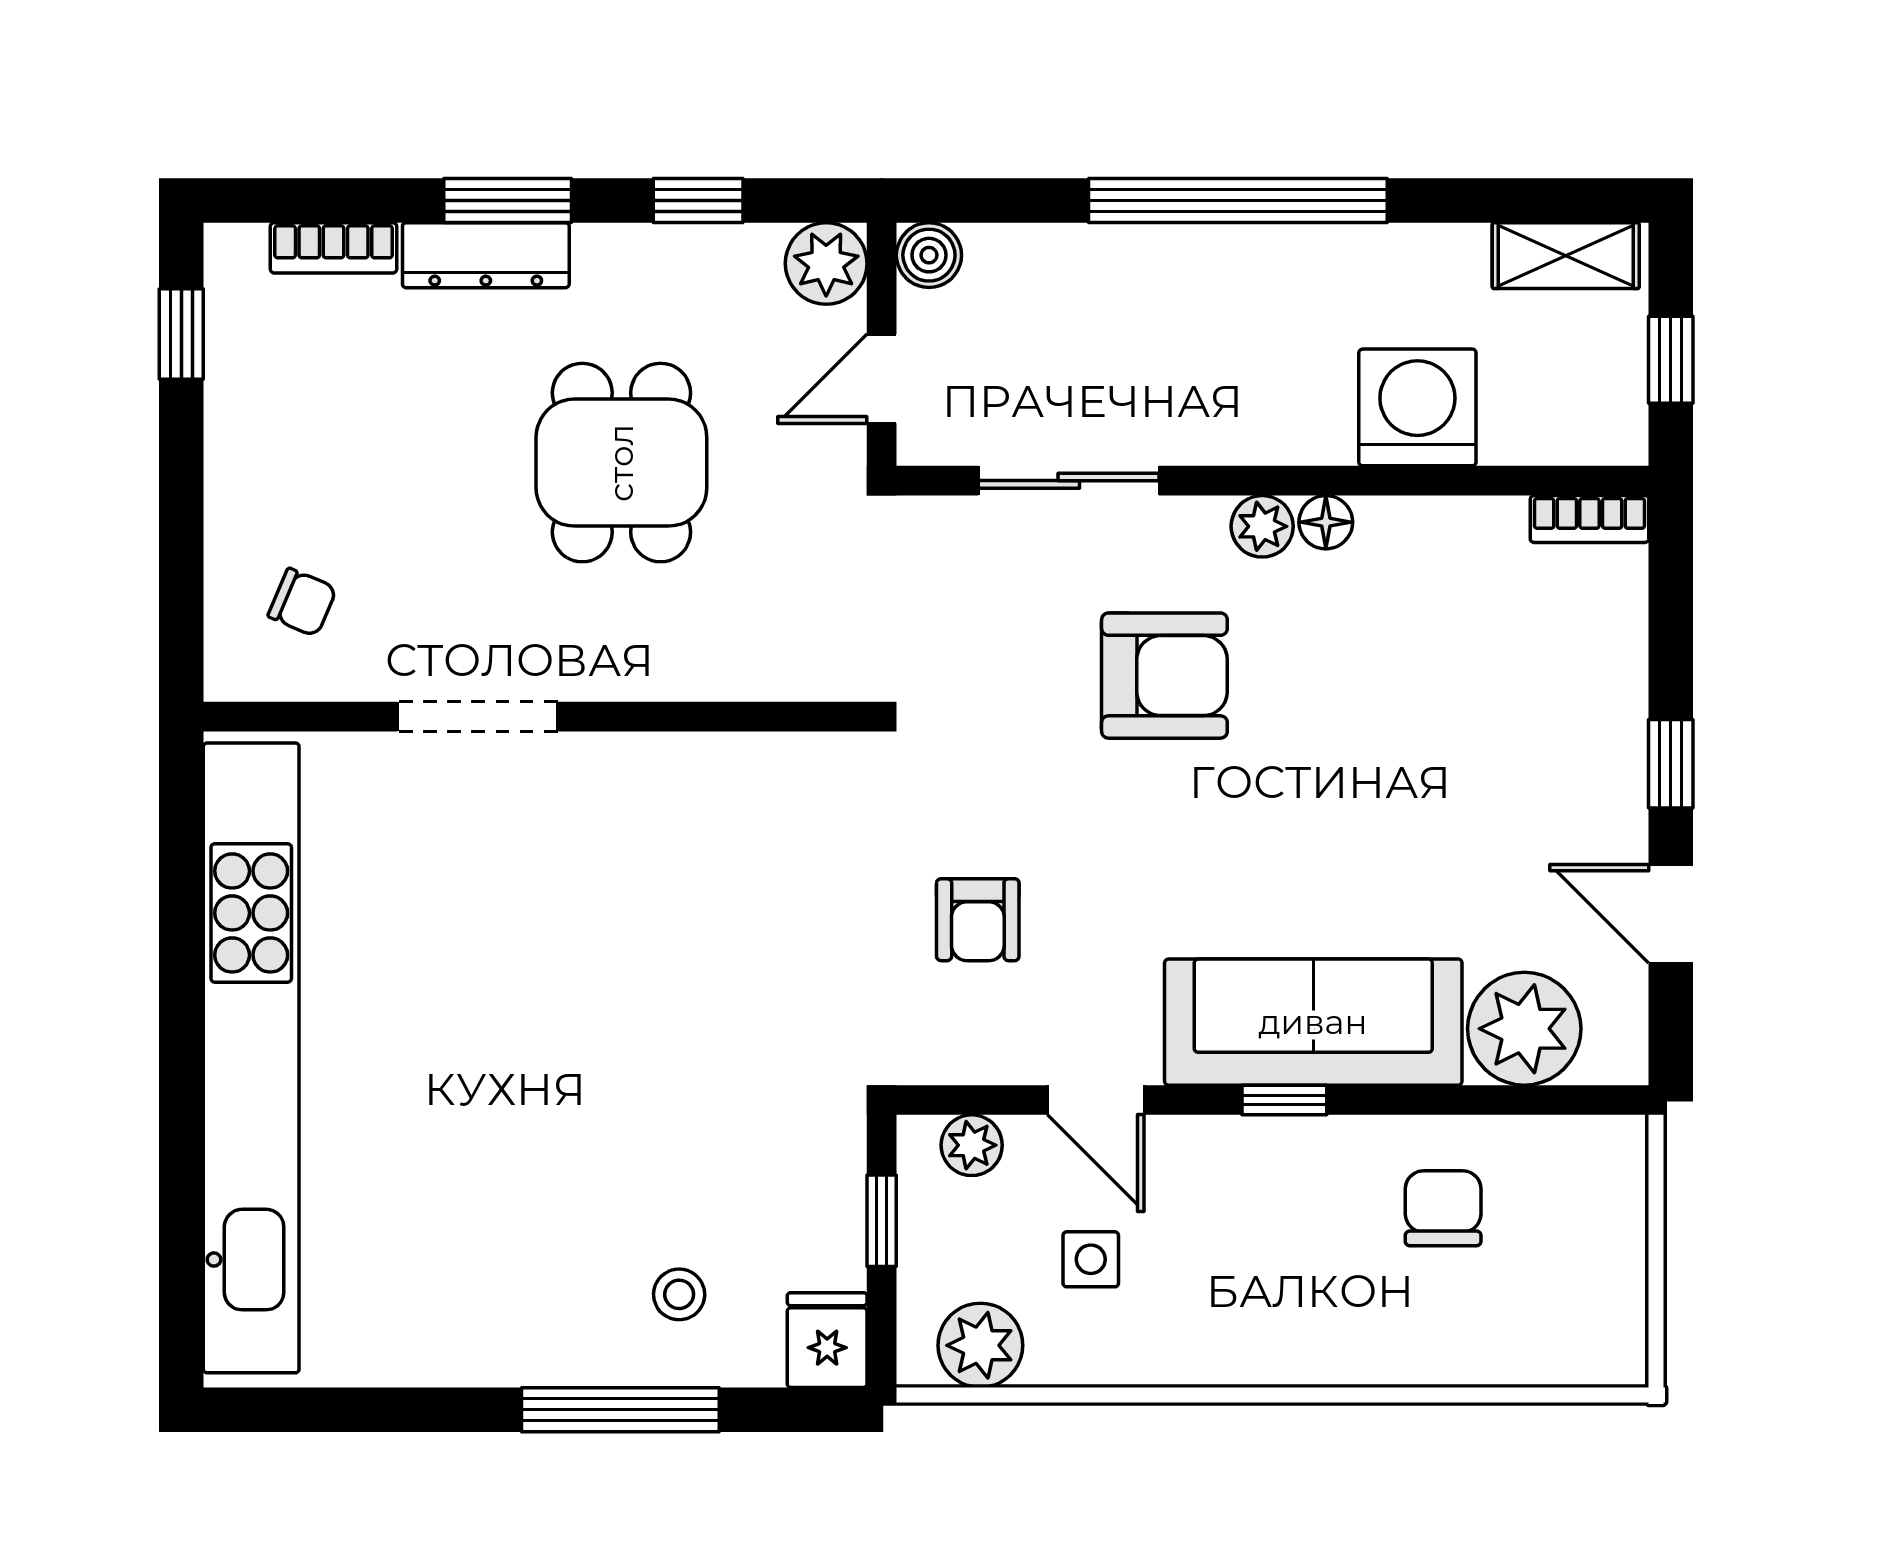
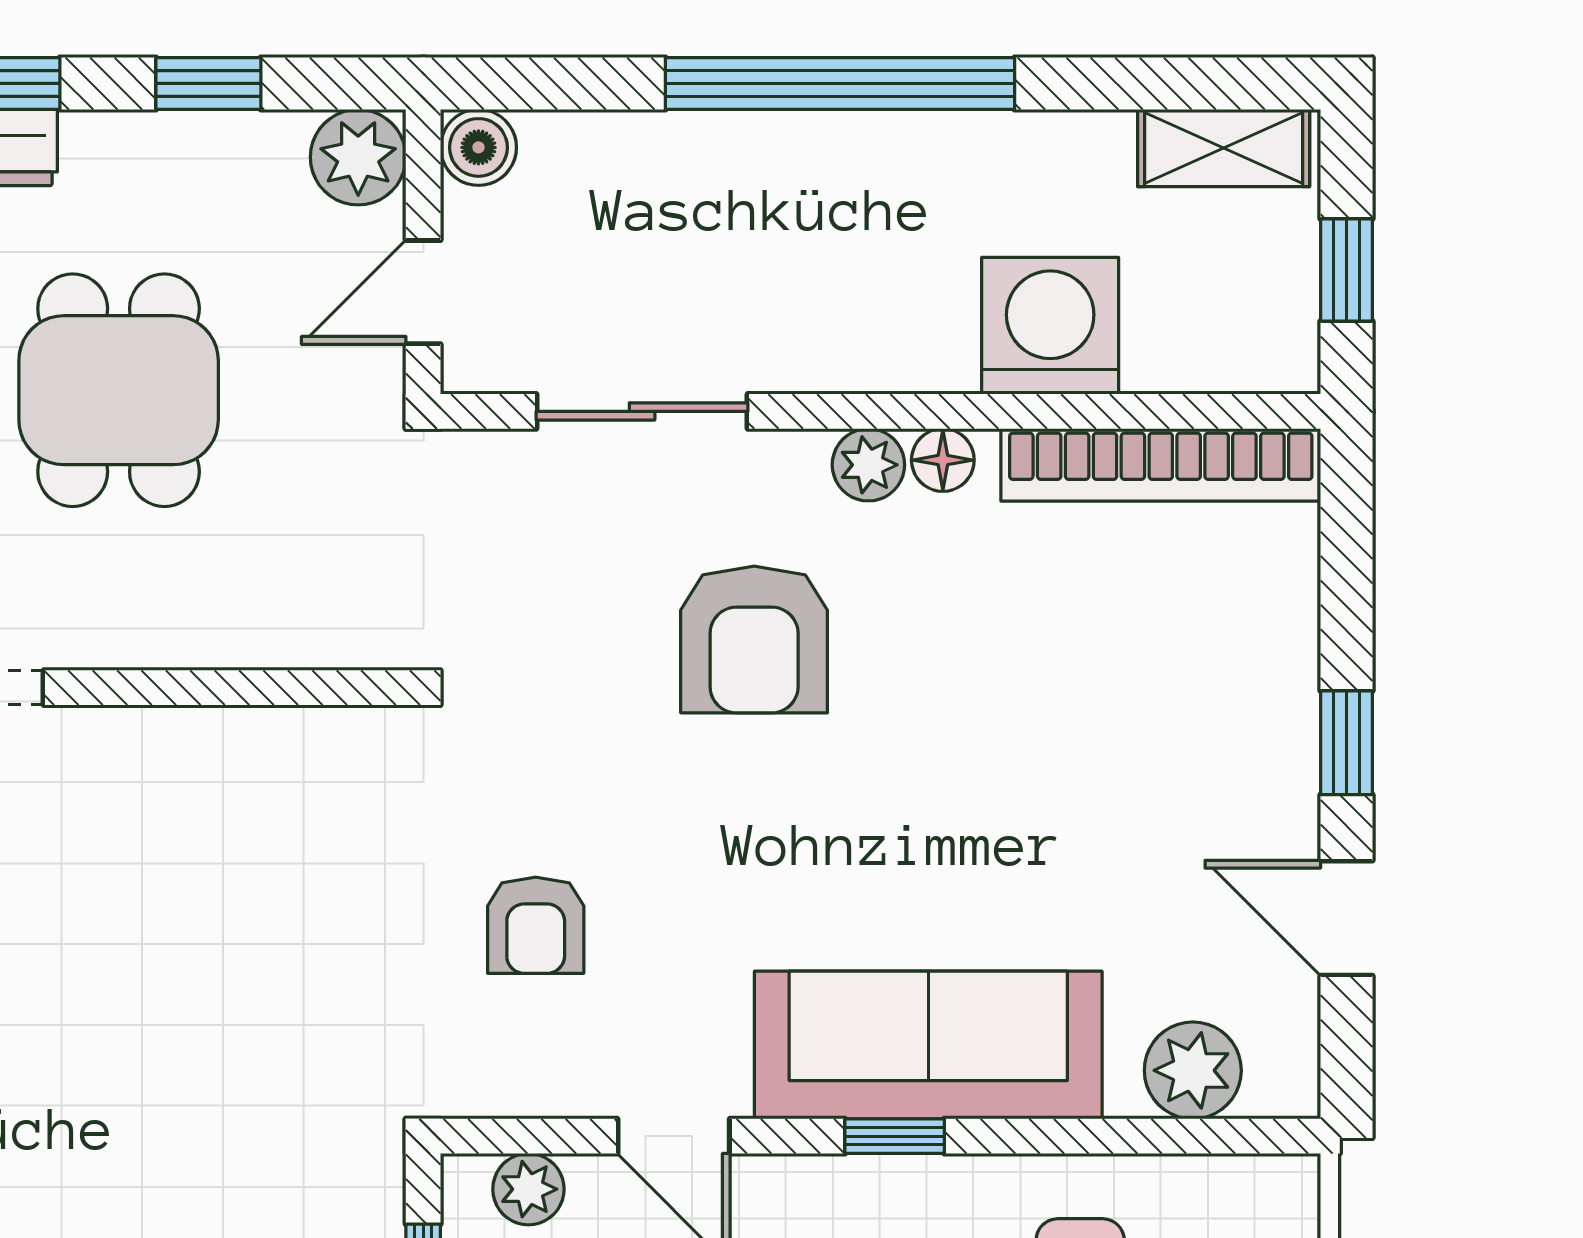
bookcase: (1589, 519) -> (1161, 465), width x2.31, depth x1.31
armchair: (1164, 676) -> (754, 639), turned 90
plant: (1524, 1029) -> (1193, 1070), width x0.73, depth x0.73

